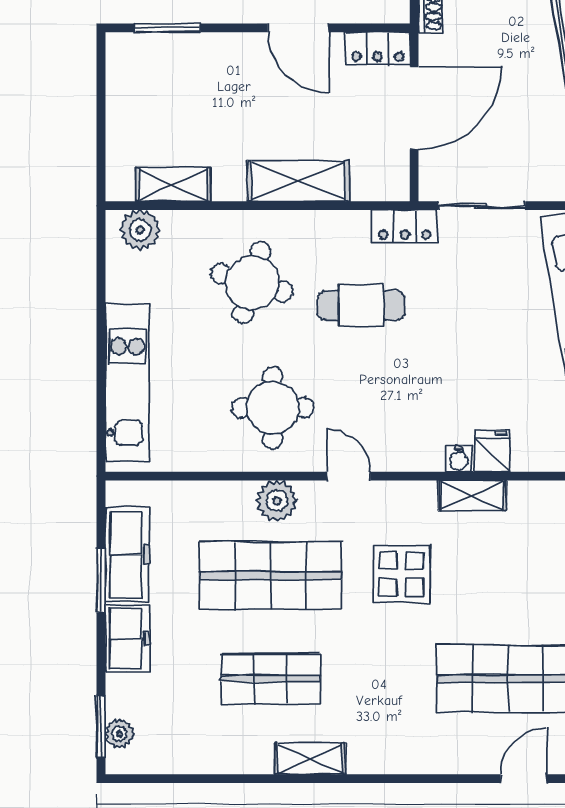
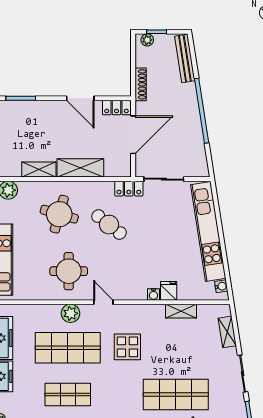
shelving: (174, 185) -> (39, 170), moved
cafe table: (361, 305) -> (109, 225), turned 38
shelving: (472, 496) -> (181, 311), moved

